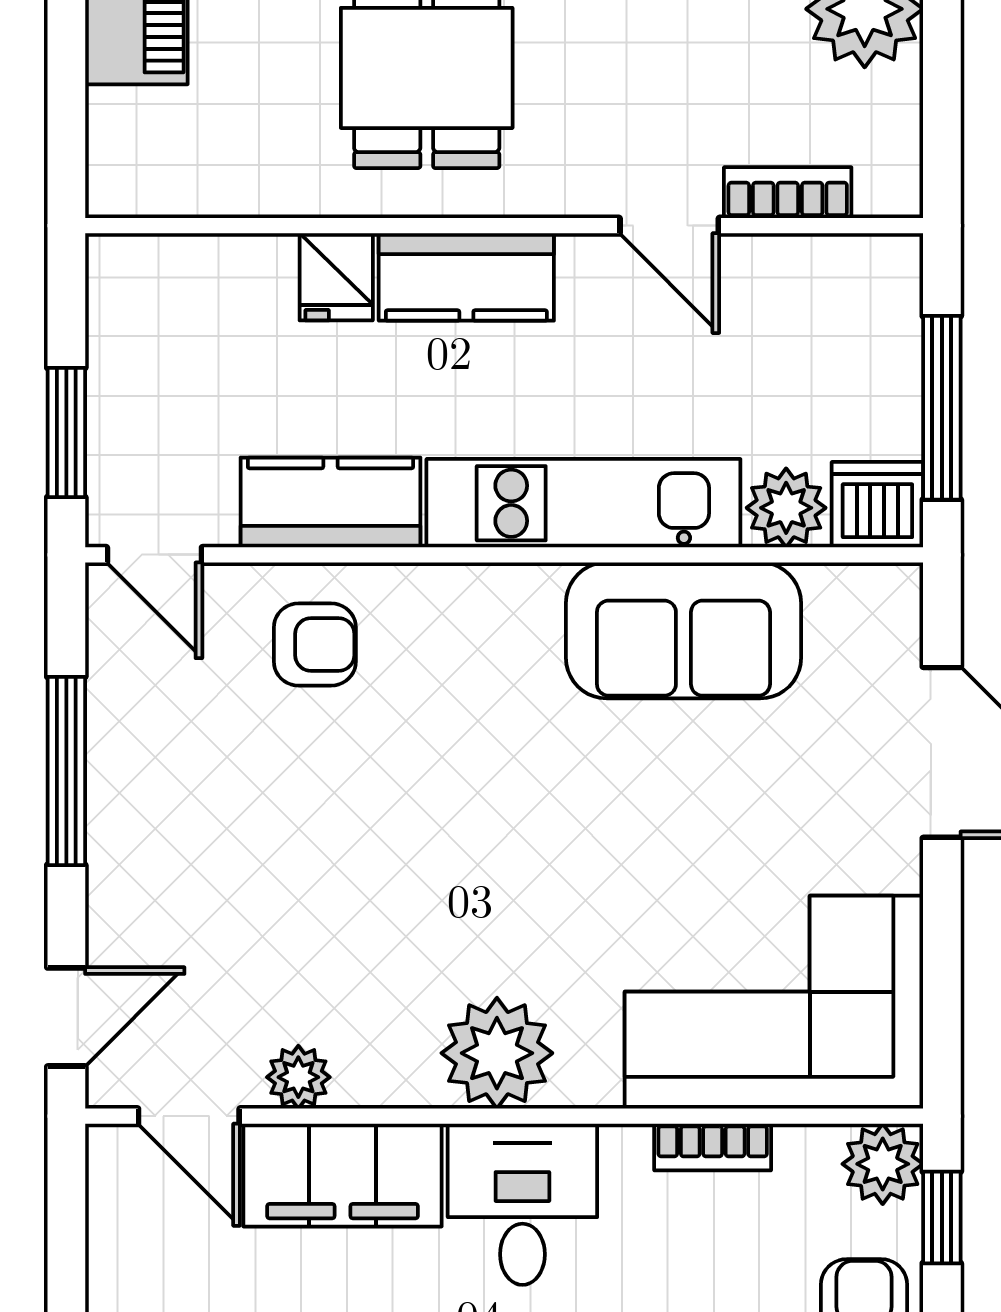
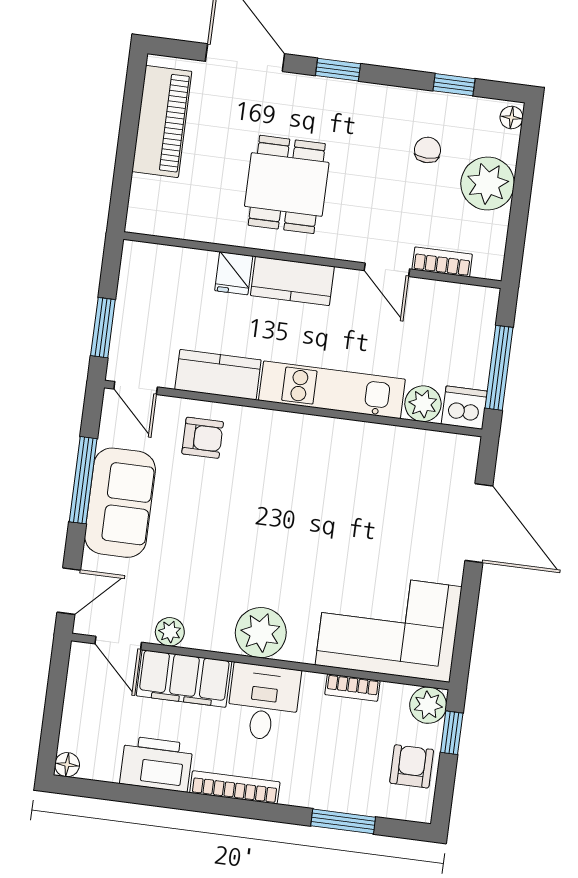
sofa: (683, 630) -> (120, 503), moved, turned -90

